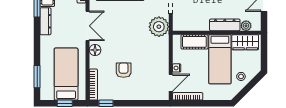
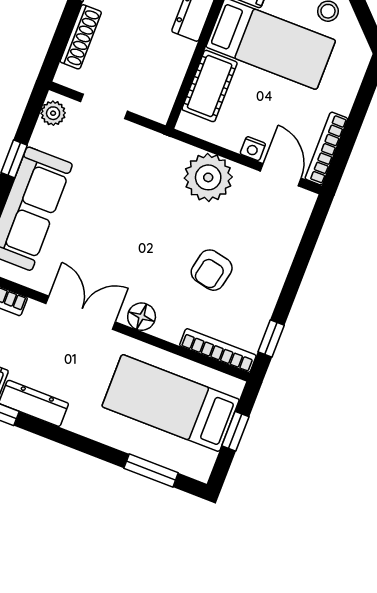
plant: (159, 27) -> (208, 177), moved
armchair: (124, 70) -> (212, 270), turned -78

